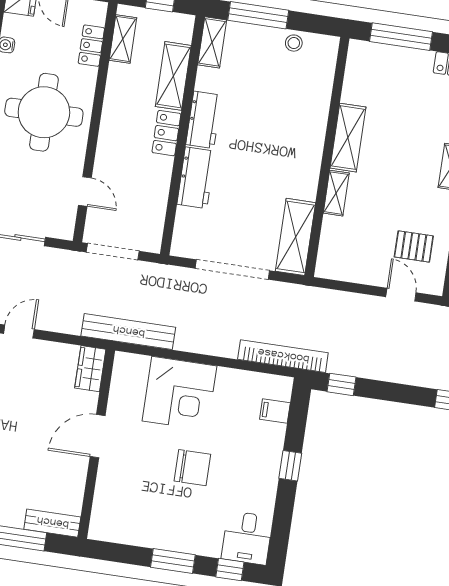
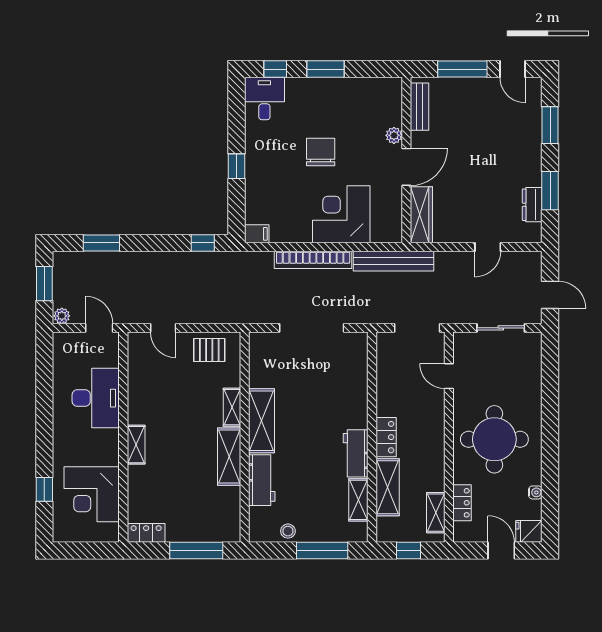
shelving: (212, 42) -> (358, 500), moved
workbench: (196, 178) -> (262, 480), moved, turned 180
shelving: (295, 237) -> (262, 421), moved
pallet: (414, 246) -> (209, 350), moved
bookcase: (283, 356) -> (313, 260), moved
wardrobe: (90, 369) -> (421, 215), width x1.50
filing cabinet: (275, 411) -> (257, 234), moved
chair: (192, 468) -> (321, 152), turned 90
plant: (106, 474) -> (394, 135), added
bench: (52, 523) -> (420, 107), moved, turned 90

